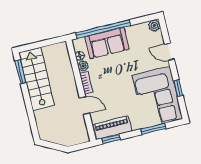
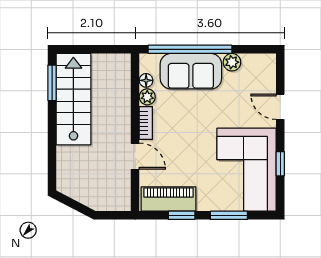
plant: (154, 25) -> (232, 62), moved
window: (111, 139) -> (182, 215), moved

